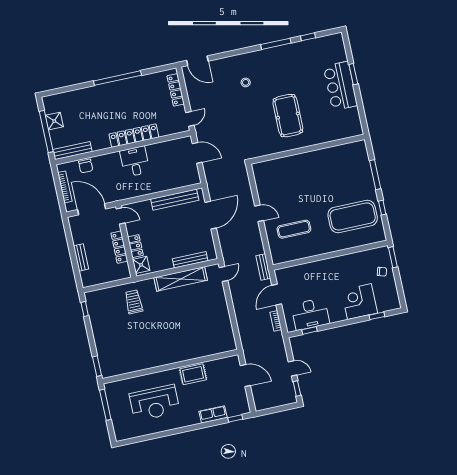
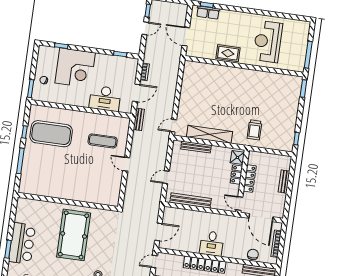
pool table: (288, 116) -> (74, 235), width x1.36, depth x1.32
door: (197, 153) -> (158, 232), swing flipped
door: (211, 215) -> (166, 177), width x0.53
corner desk: (359, 302) -> (75, 68), width x1.36, depth x1.36
desk: (310, 314) -> (105, 98), moved, turned 180
door: (293, 368) -> (145, 28), swing flipped
reception desk: (155, 403) -> (268, 42), turned -90
row of seats: (213, 414) -> (208, 12), moved

